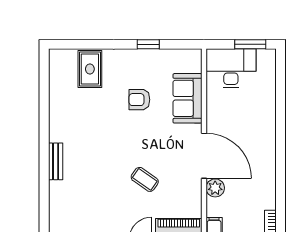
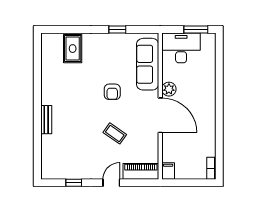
sofa: (187, 98) -> (148, 64), width x1.36
armchair: (139, 100) -> (112, 92), moved, turned -90
plant: (215, 188) -> (169, 89), moved

